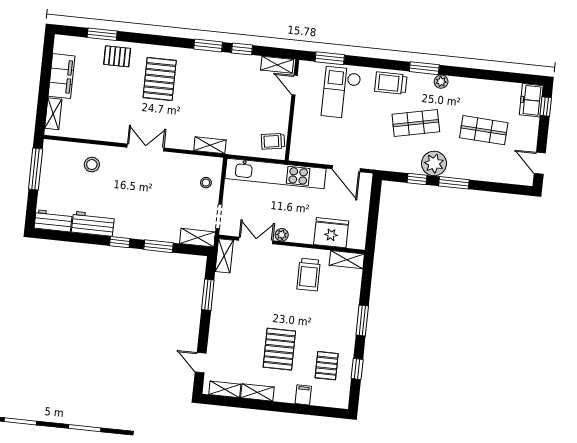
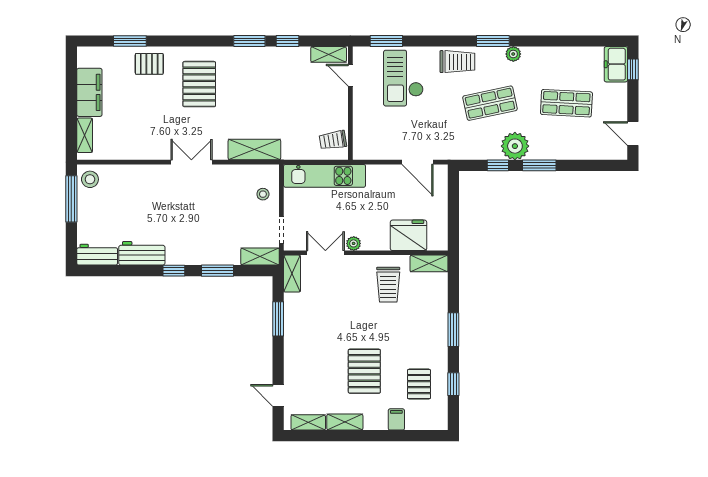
trolley: (391, 83) -> (457, 62), turned 180
shelving: (210, 145) -> (254, 149), width x1.50, depth x1.33
stool: (92, 165) -> (90, 179), moved
kitchen unit: (275, 173) -> (325, 176), width x0.73

